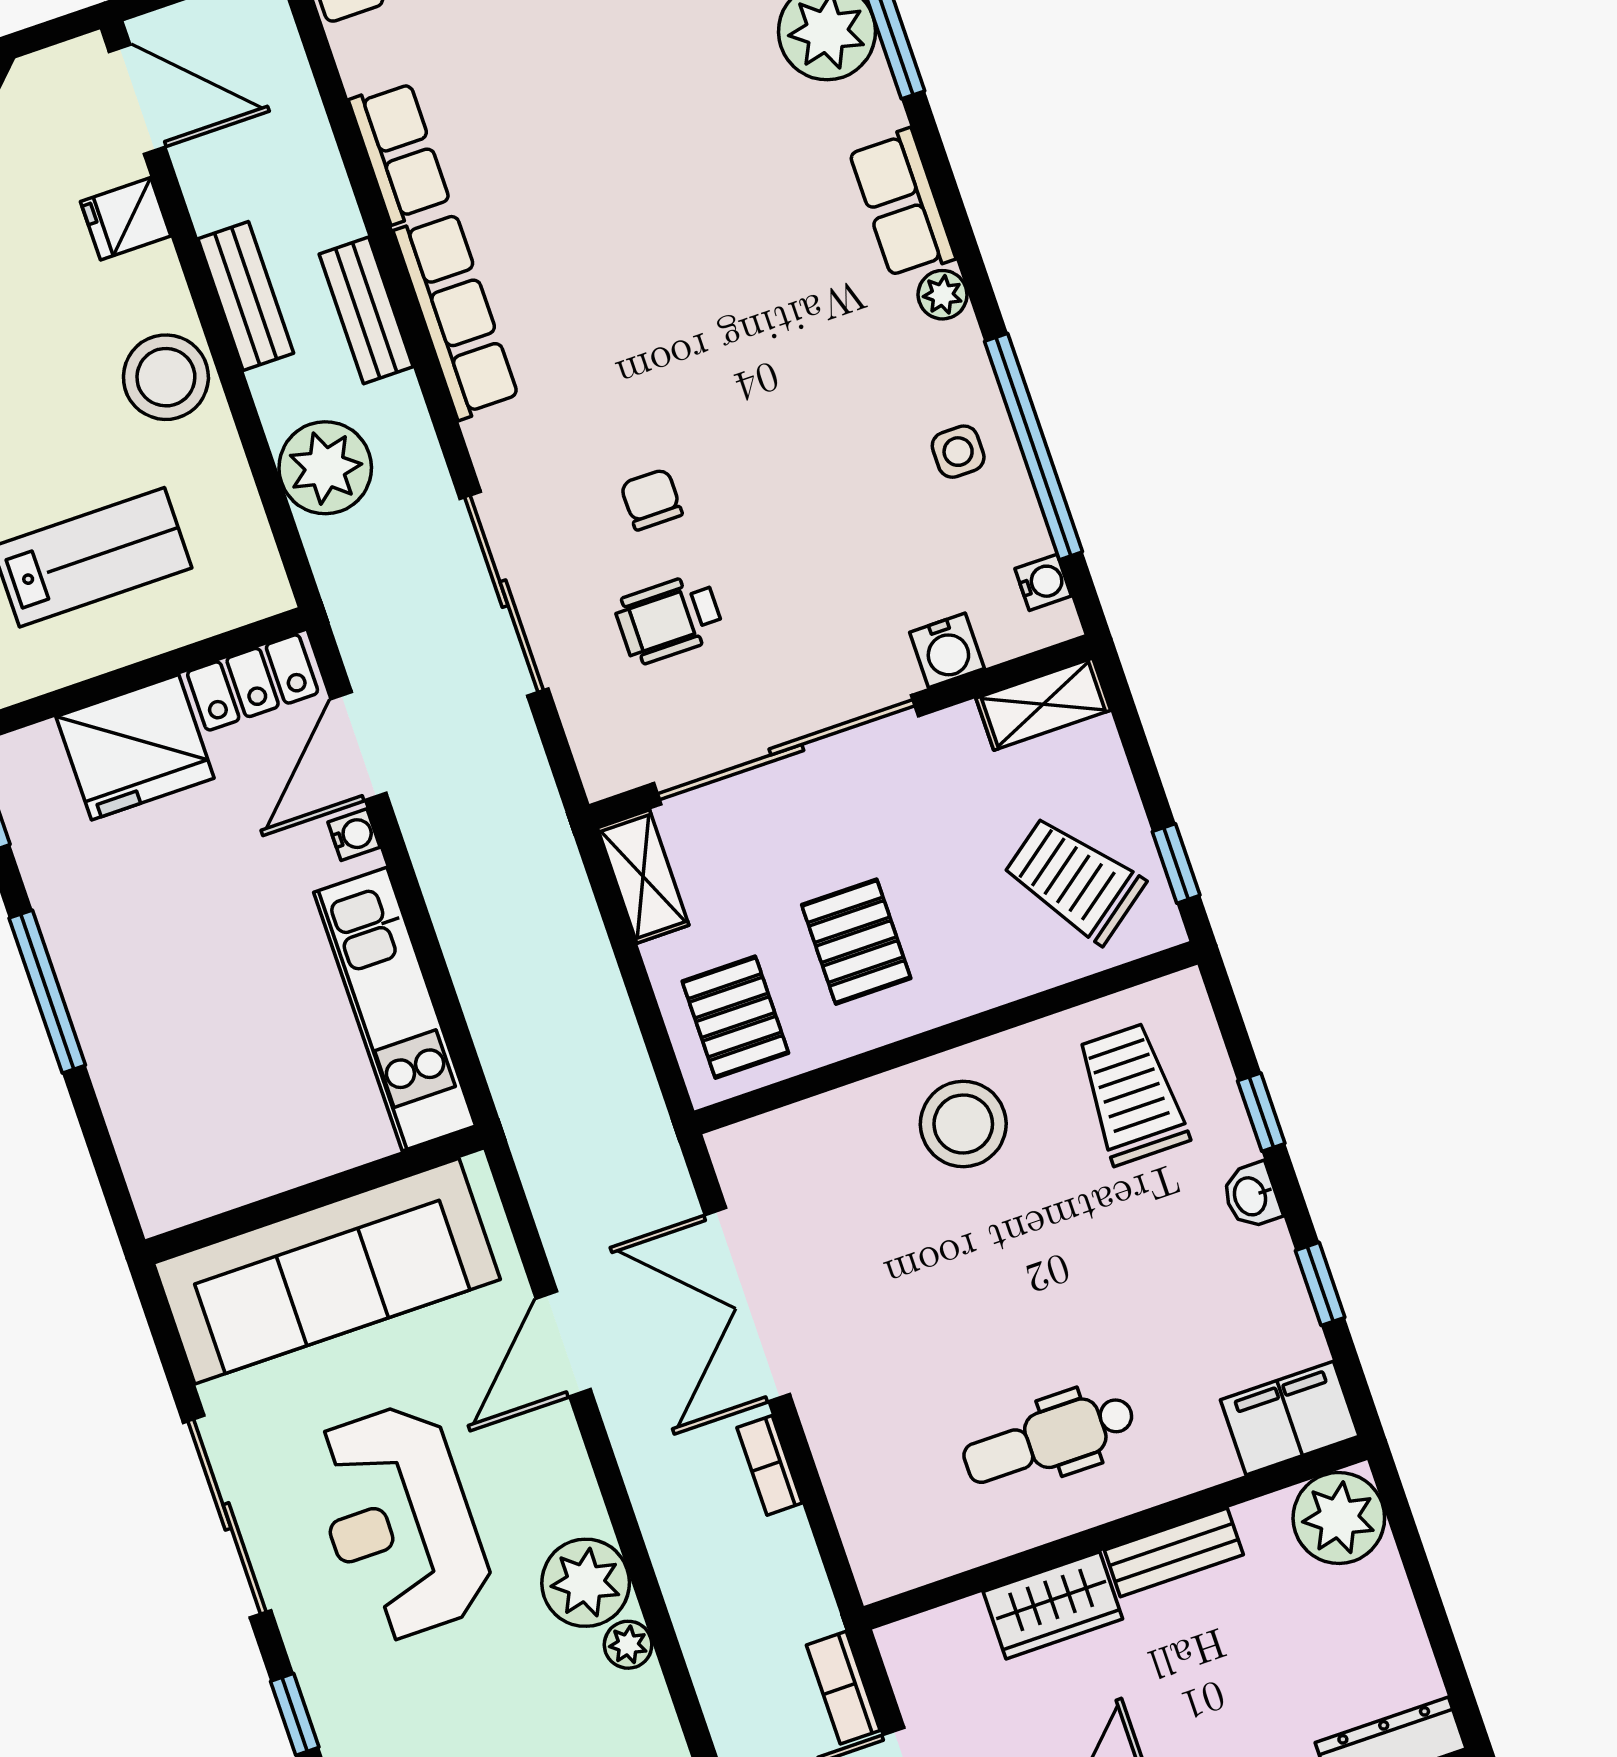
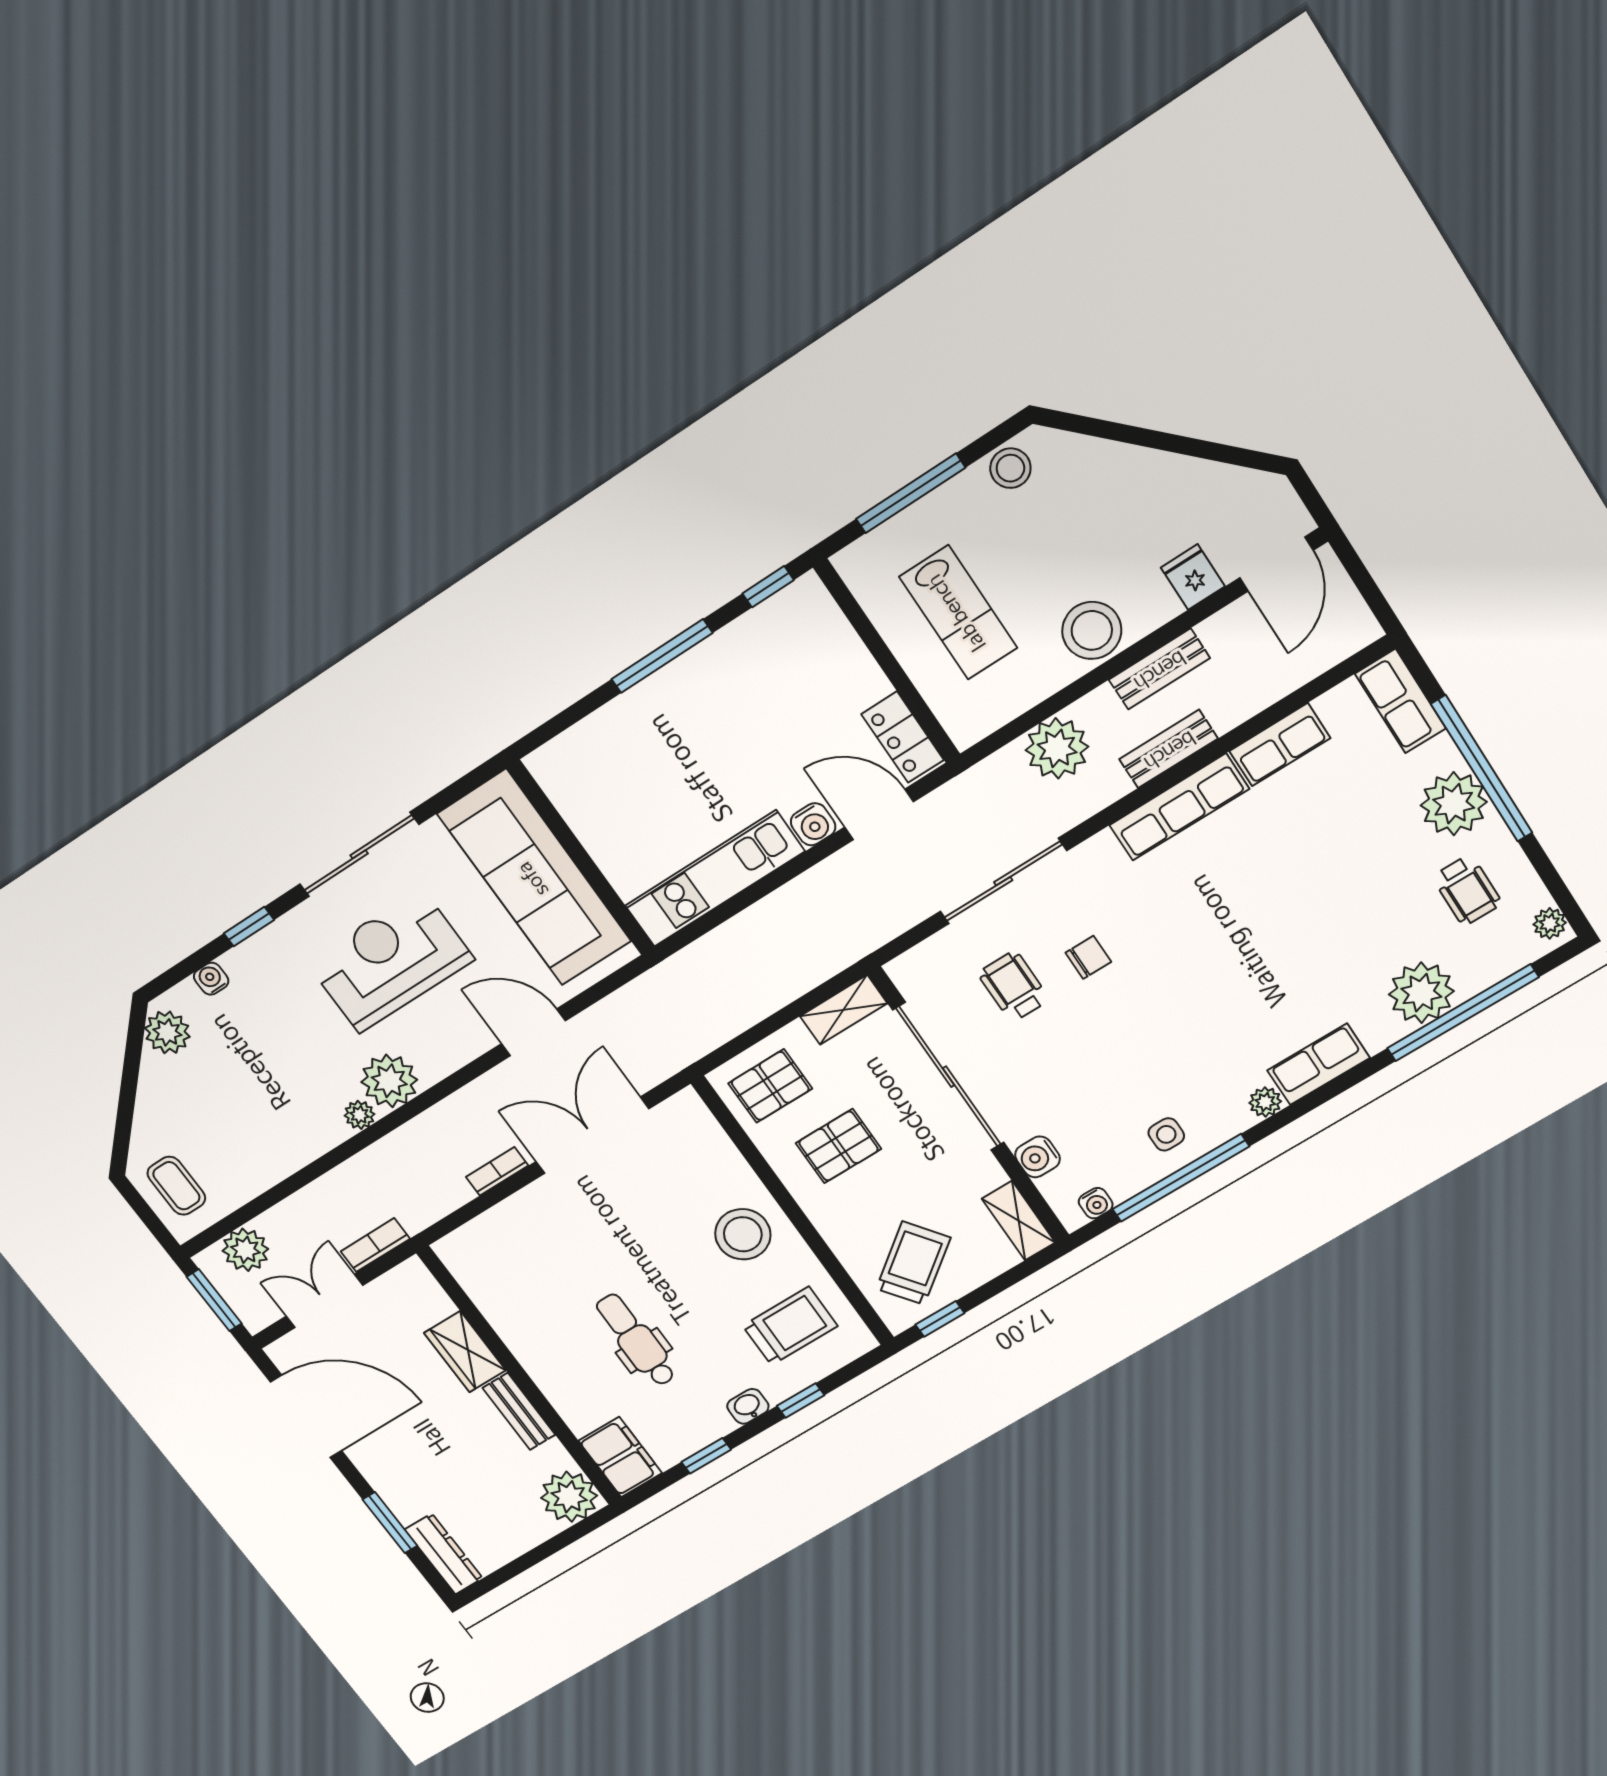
fridge: (135, 747) -> (839, 672), removed
water cooler: (354, 835) -> (813, 824), width x1.38, depth x1.38
dental chair: (1049, 1439) -> (636, 1340), moved

